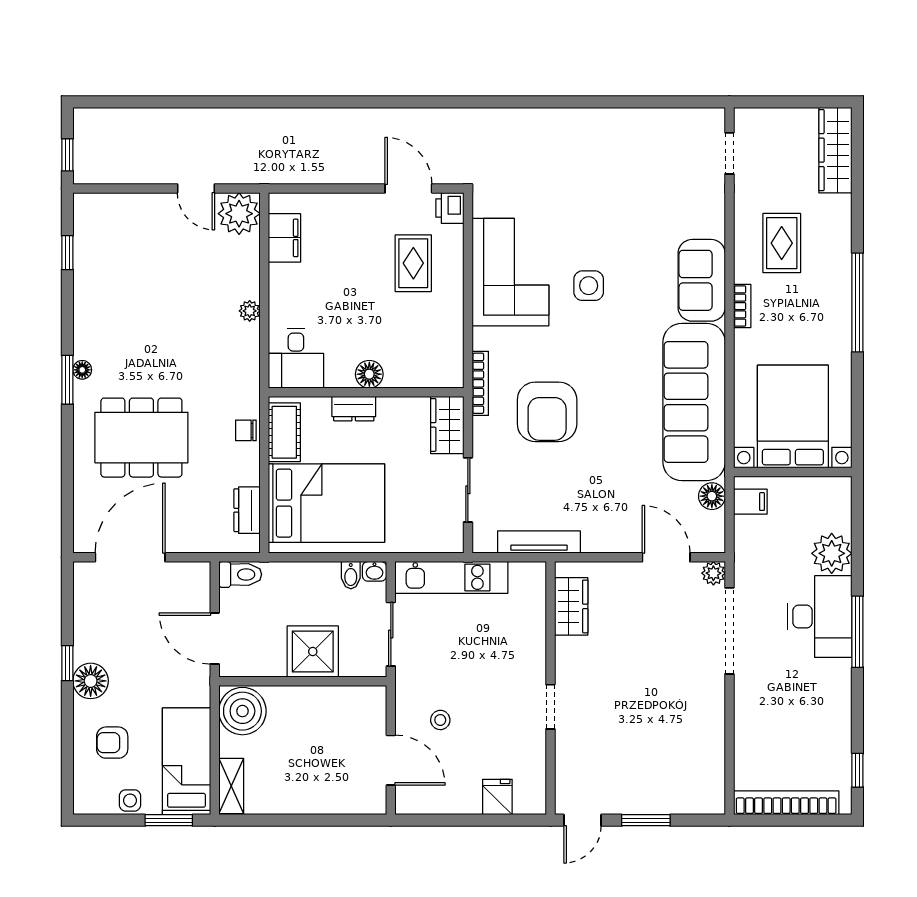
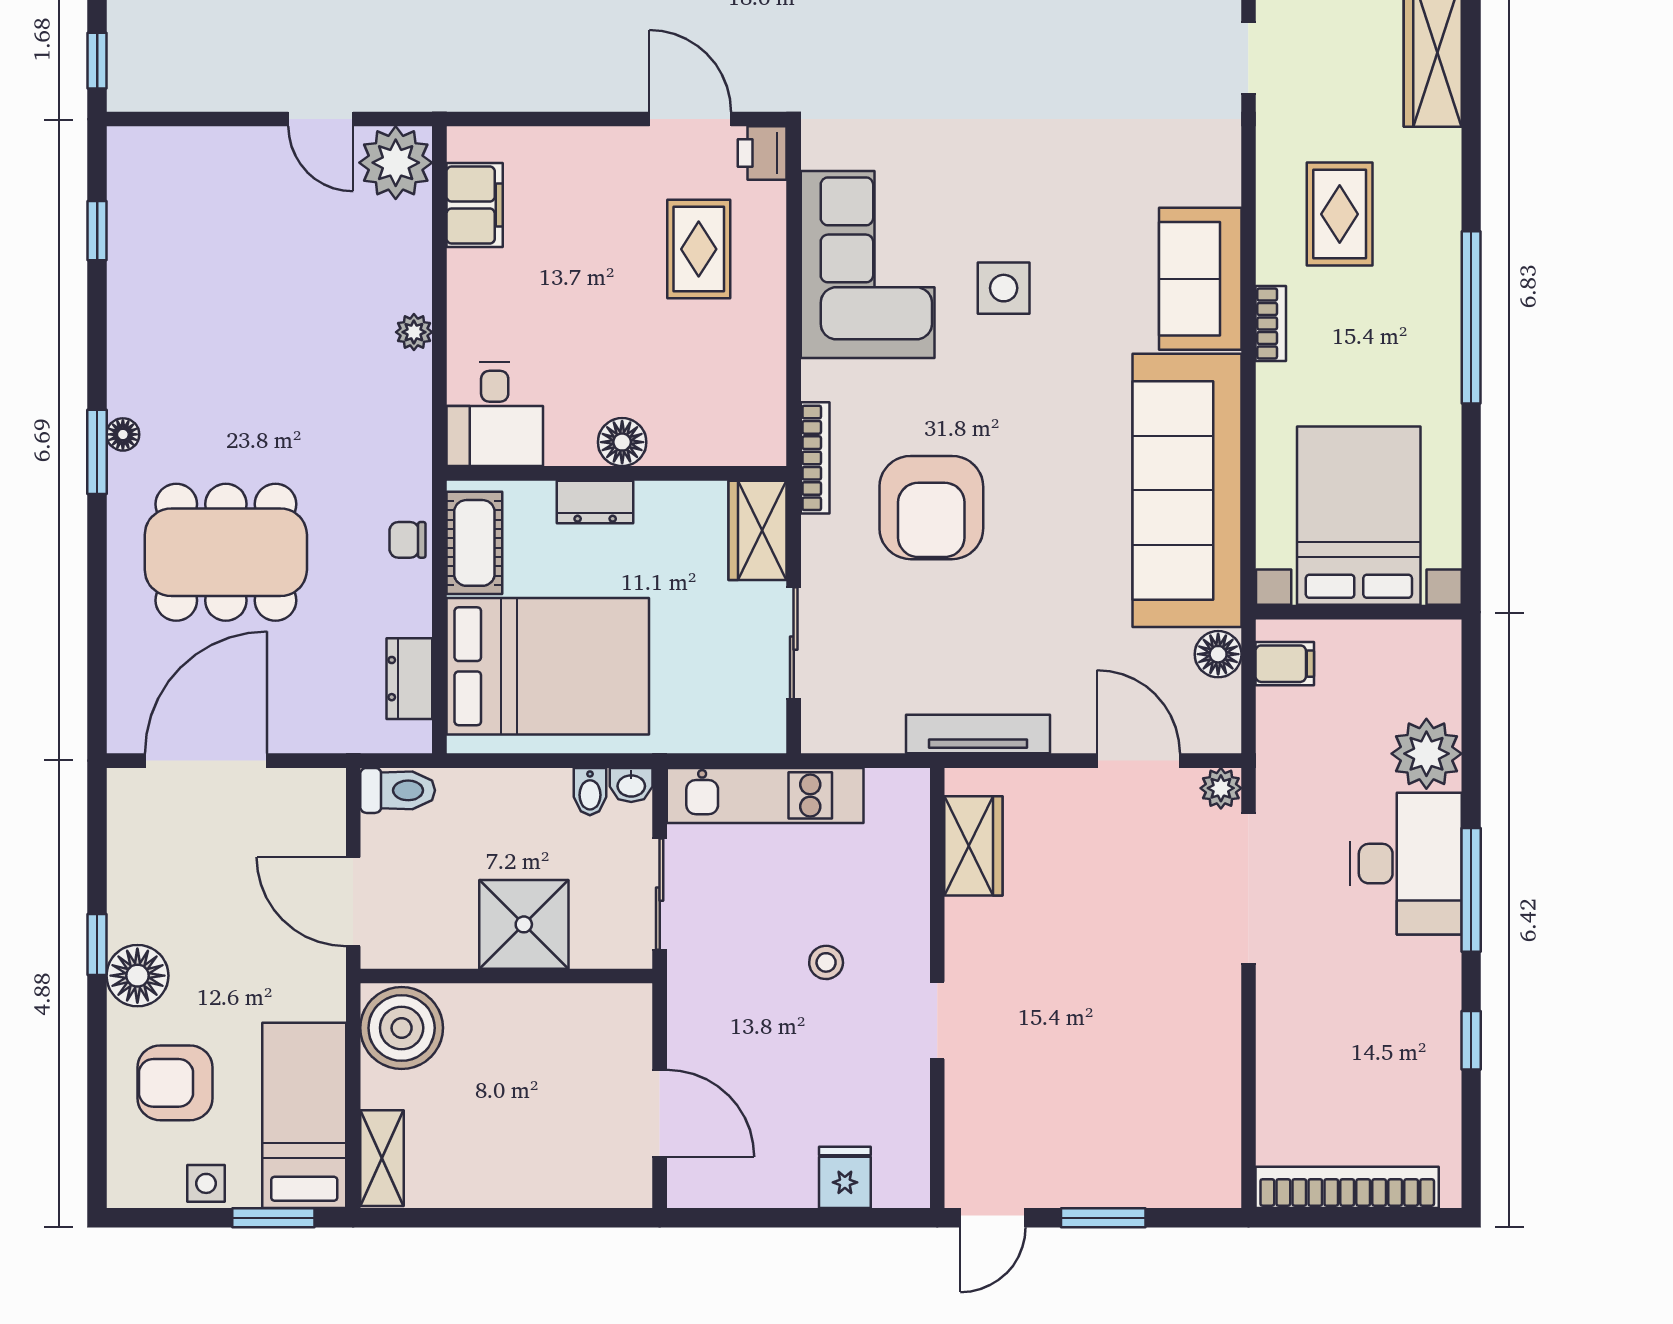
tv unit: (539, 542) -> (978, 734), moved
stool: (440, 720) -> (826, 962), moved
armchair: (112, 743) -> (175, 1083), width x1.38, depth x1.38
window: (857, 770) -> (1471, 1040), moved

